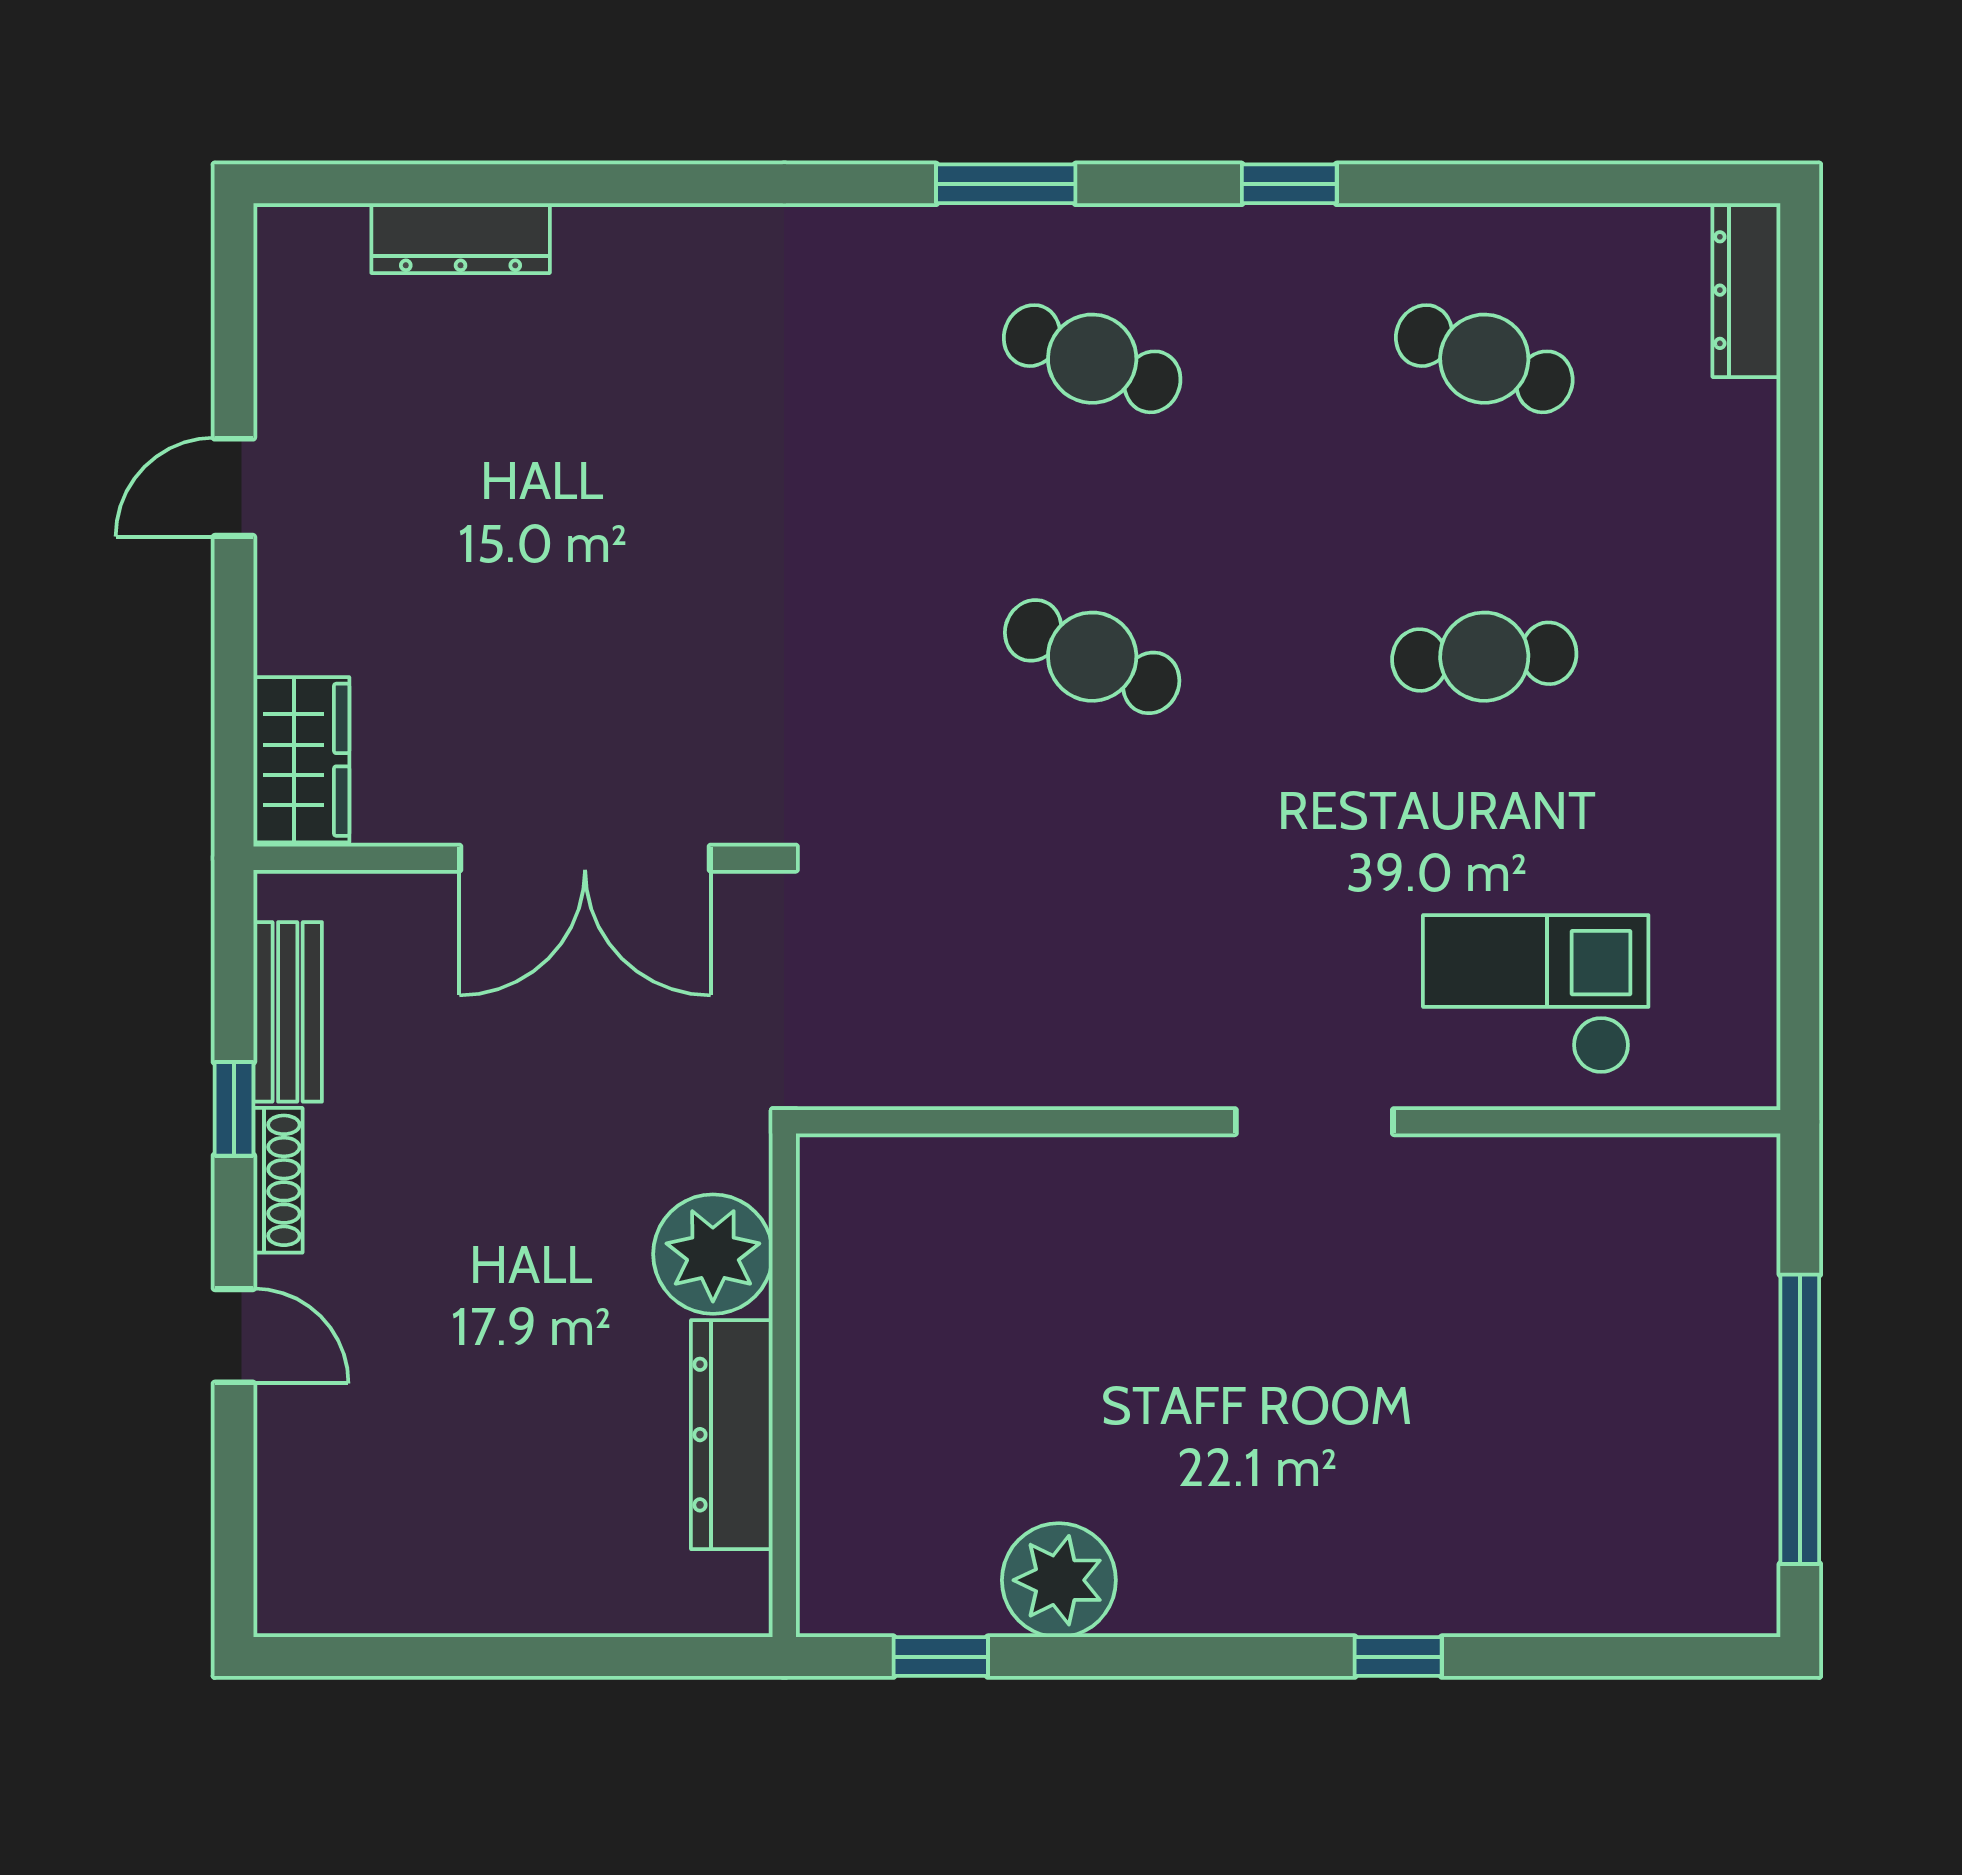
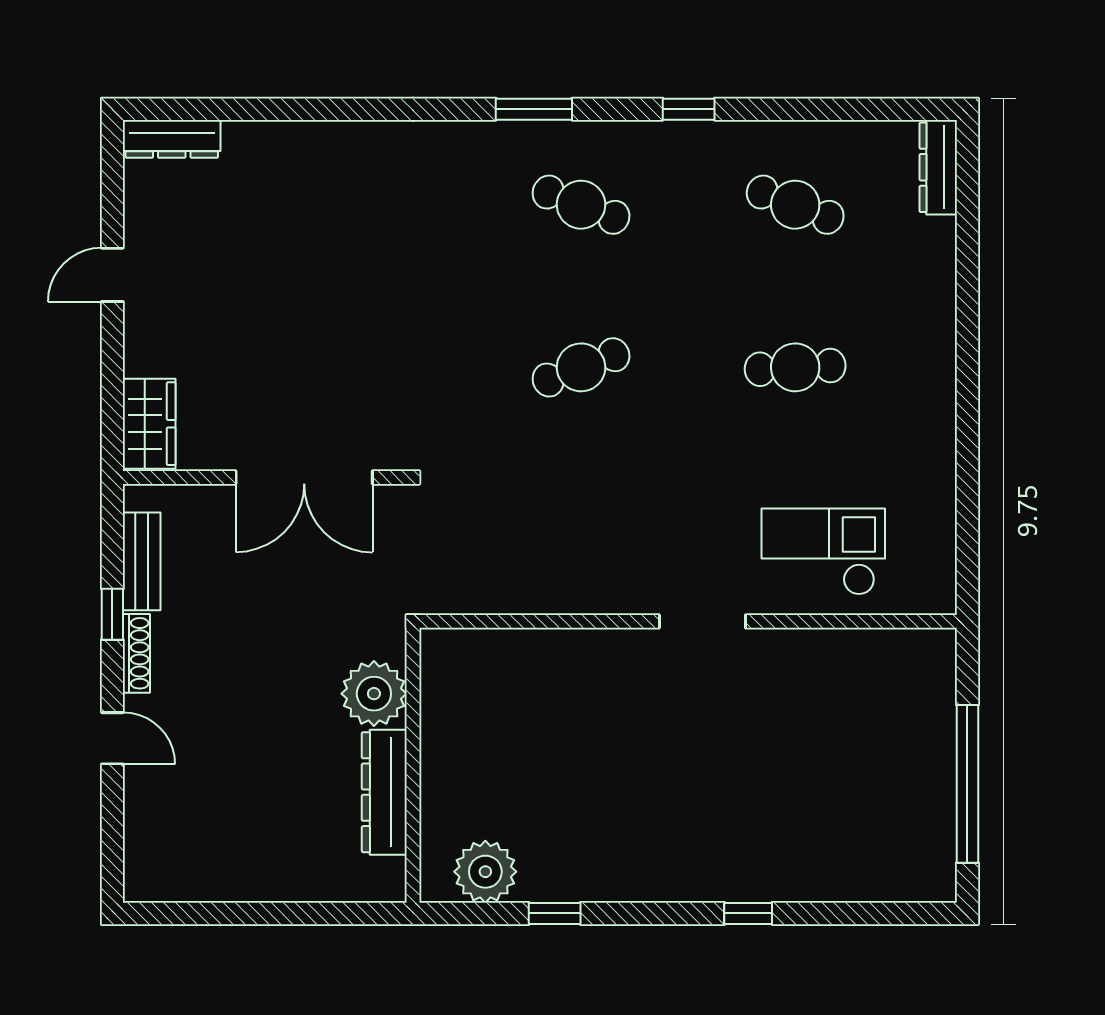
dresser: (461, 238) -> (172, 139), moved
cafe table: (1092, 657) -> (581, 367), turned -45
plant: (1059, 1580) -> (485, 872), moved
window: (941, 1657) -> (555, 913), moved

